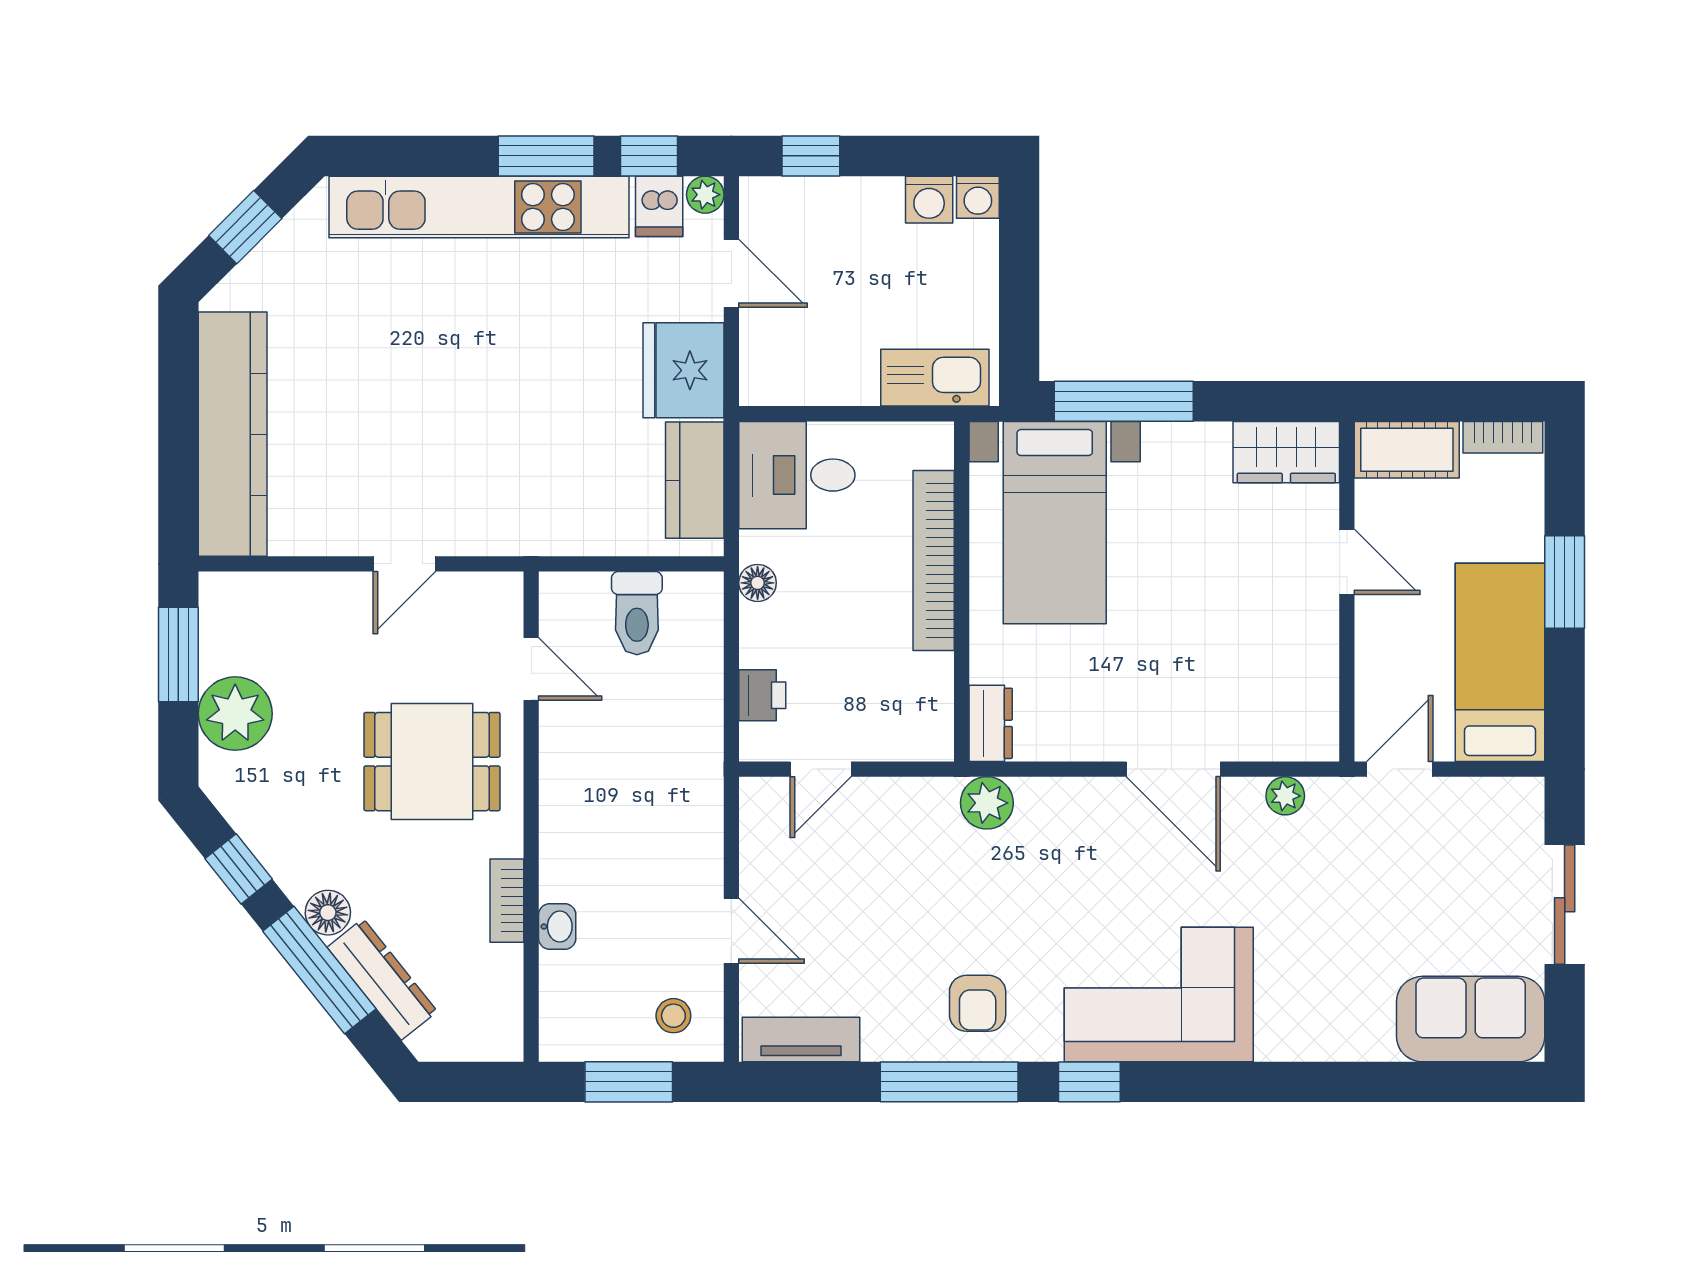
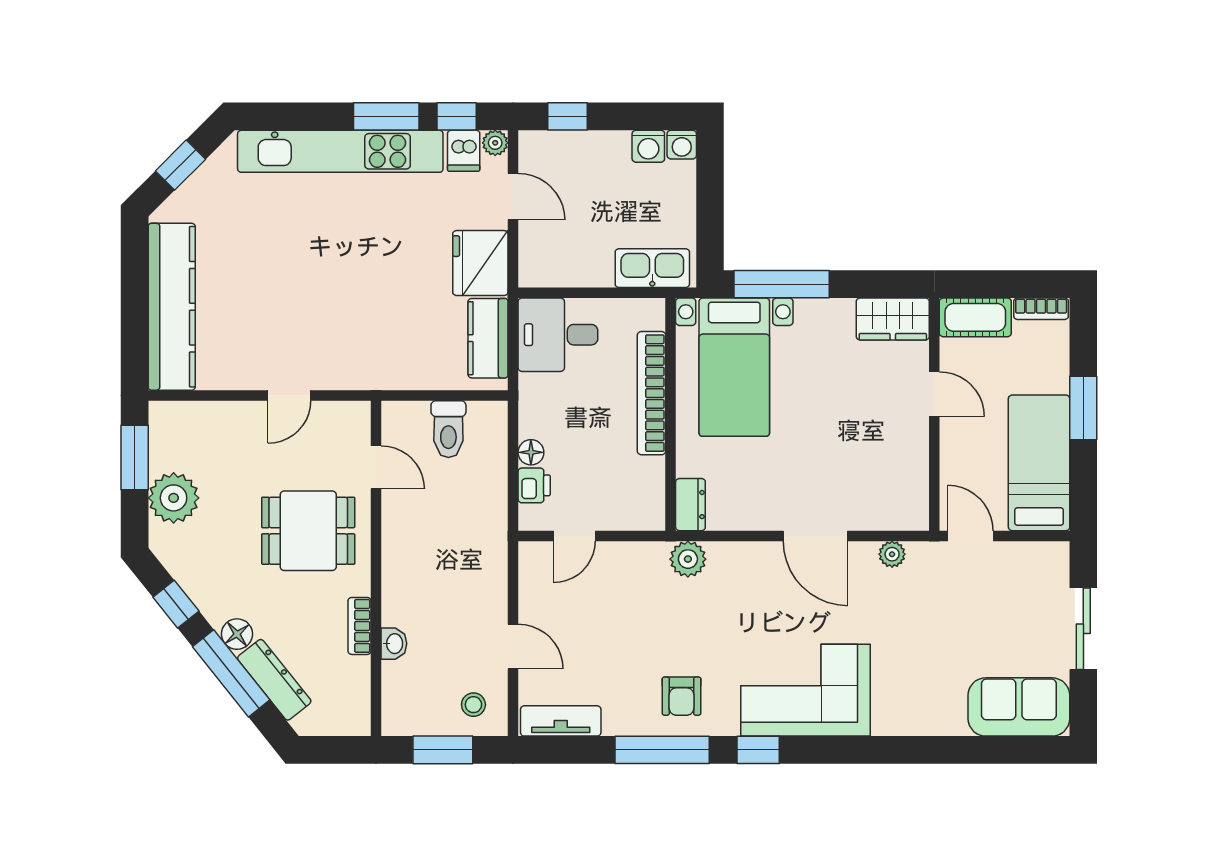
floor lamp: (758, 583) -> (531, 452), moved
door: (1400, 769) -> (970, 536), hinge flipped

